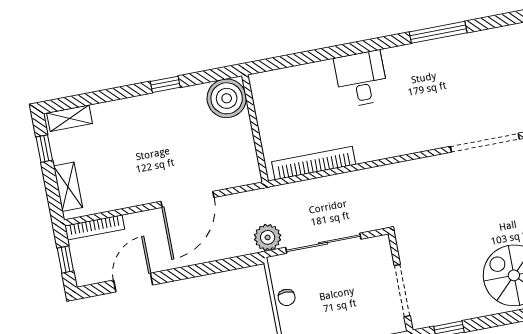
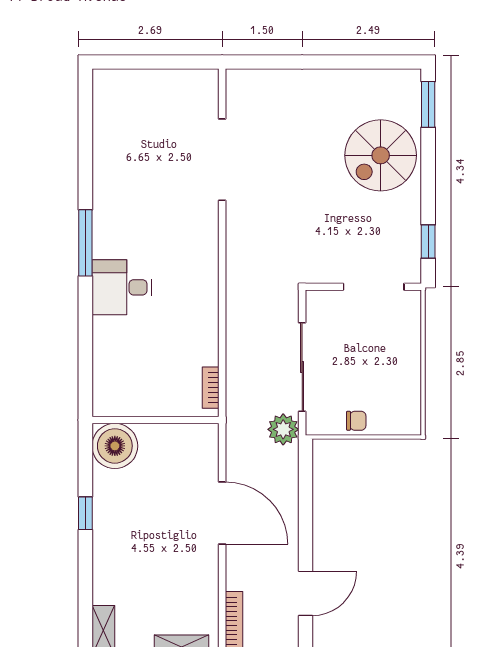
window: (438, 32) -> (85, 243), moved
bookcase: (314, 163) -> (211, 388), width x0.43, depth x0.76
door: (133, 283) -> (306, 593), swing flipped

